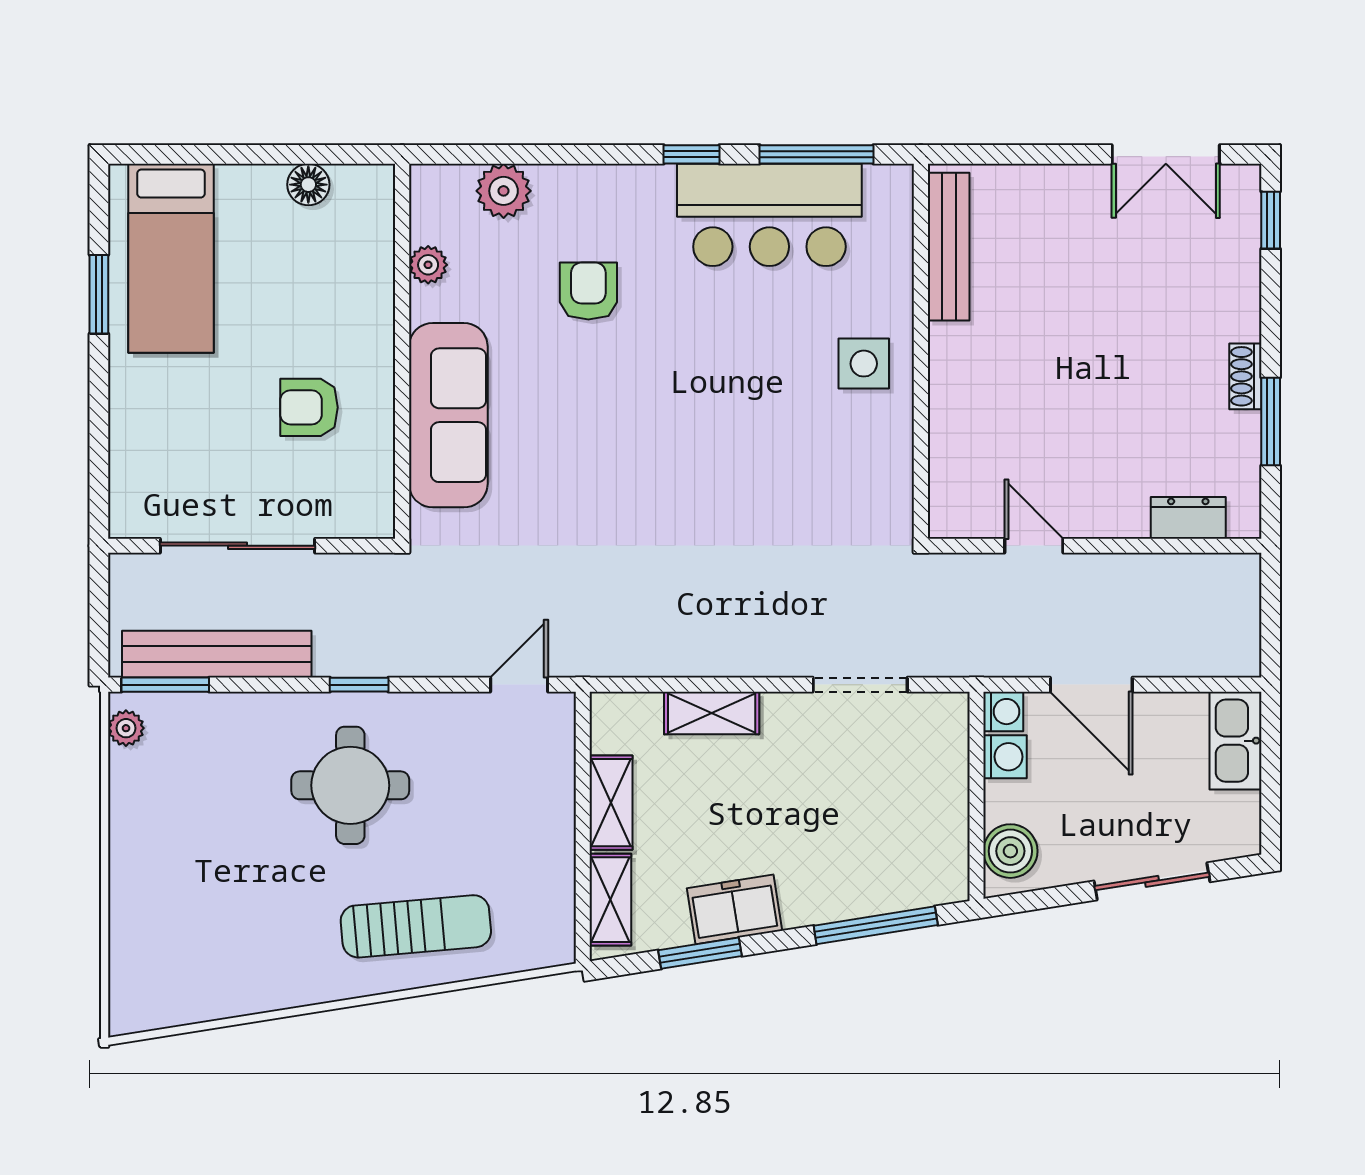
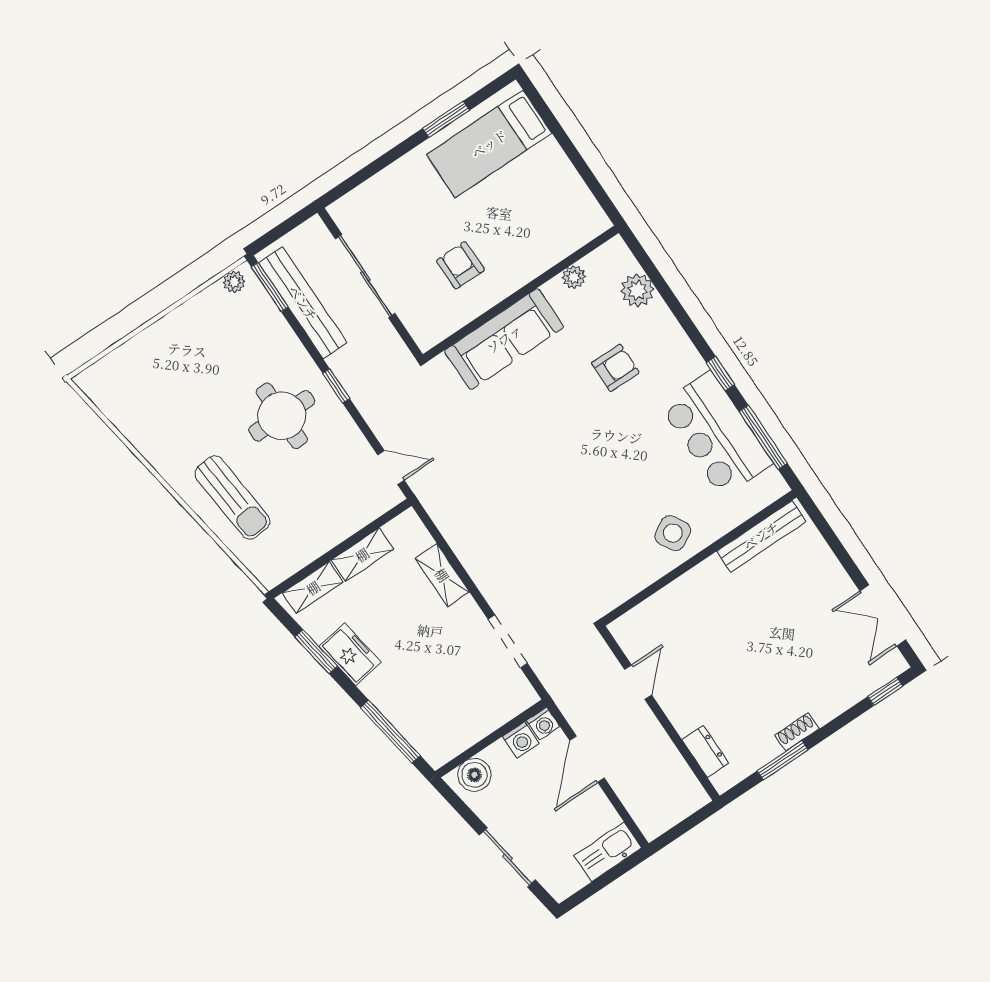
floor lamp: (308, 185) -> (574, 189), removed
side table: (864, 364) -> (673, 533), turned -30

